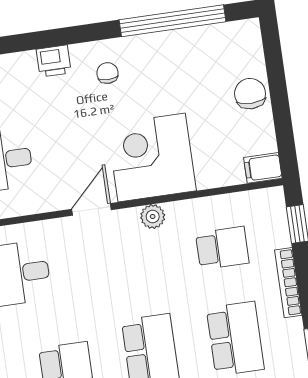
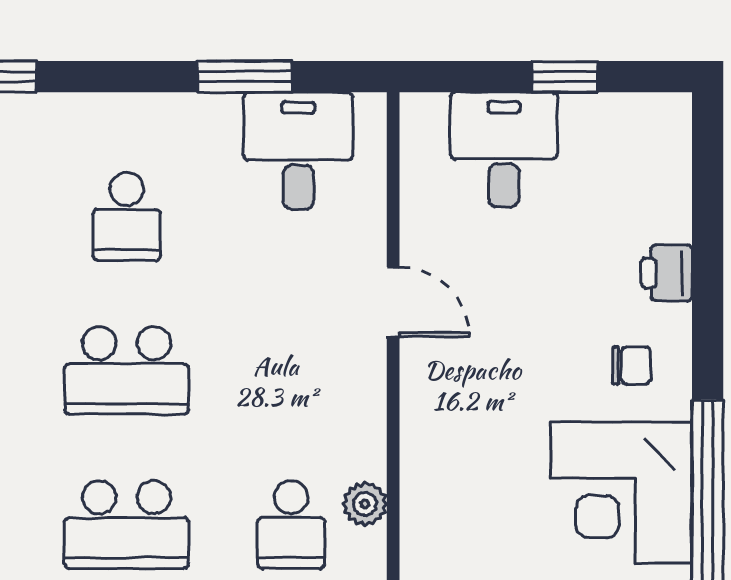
corner desk: (152, 157) -> (621, 493), moved, turned 180
plant: (153, 216) -> (365, 504), moved

